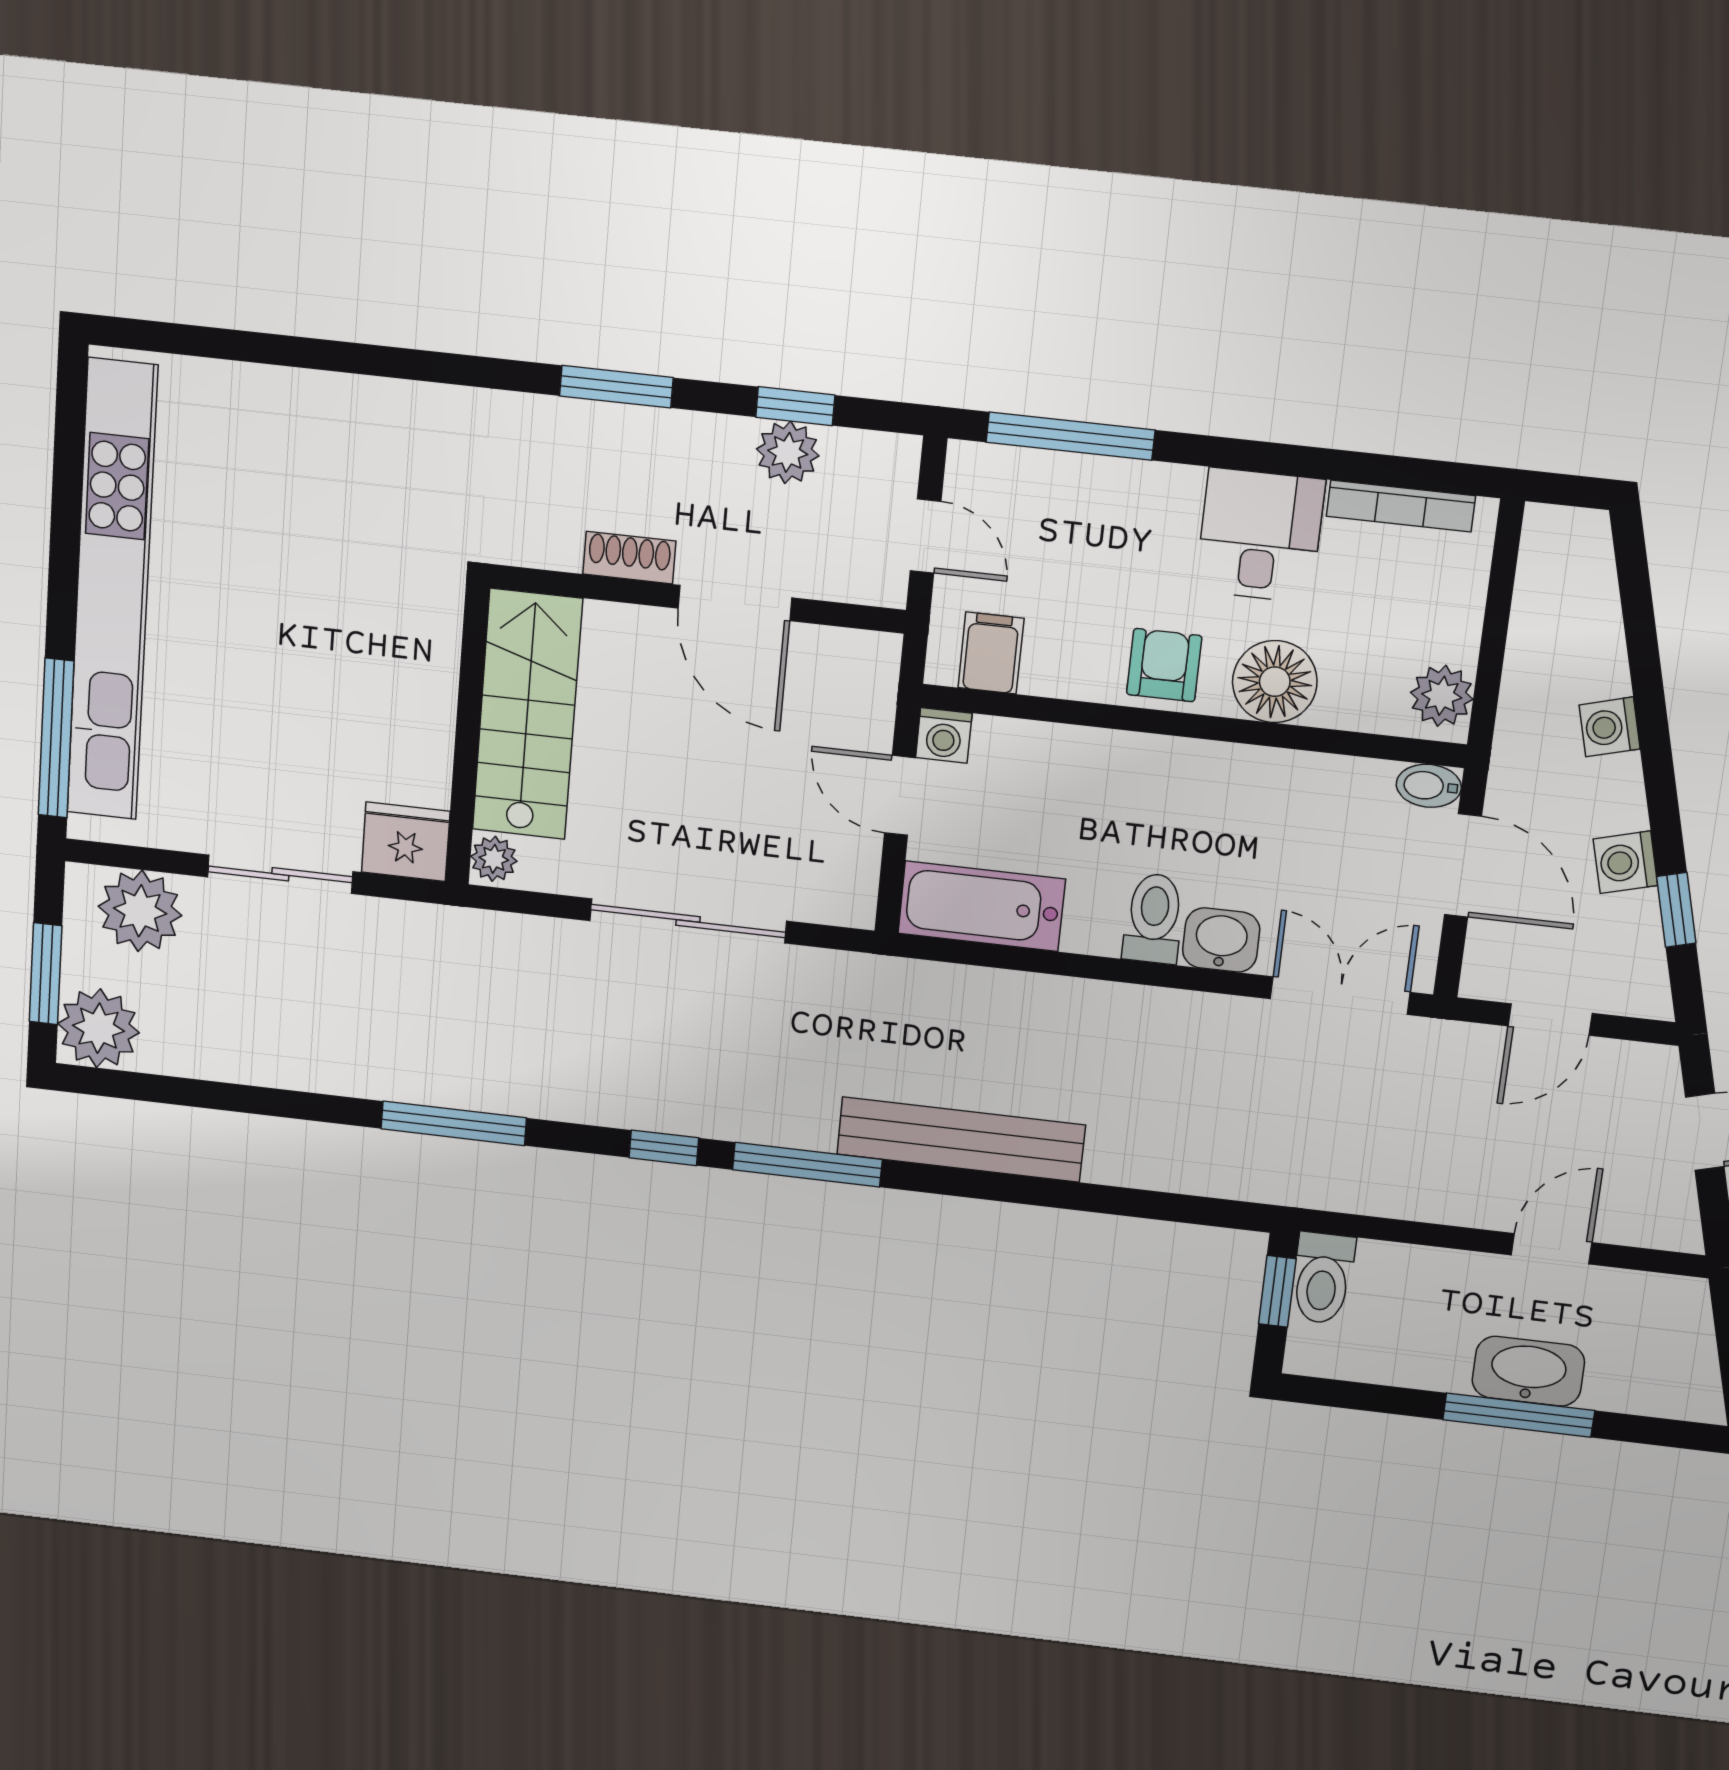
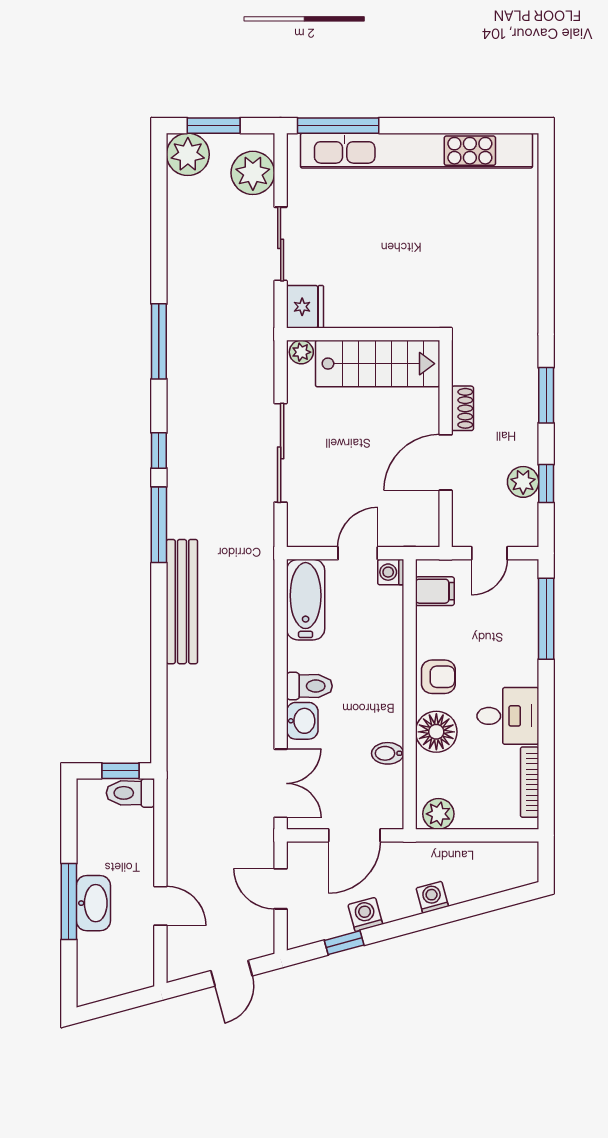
bidet: (1429, 786) -> (388, 753), moved, turned -90

